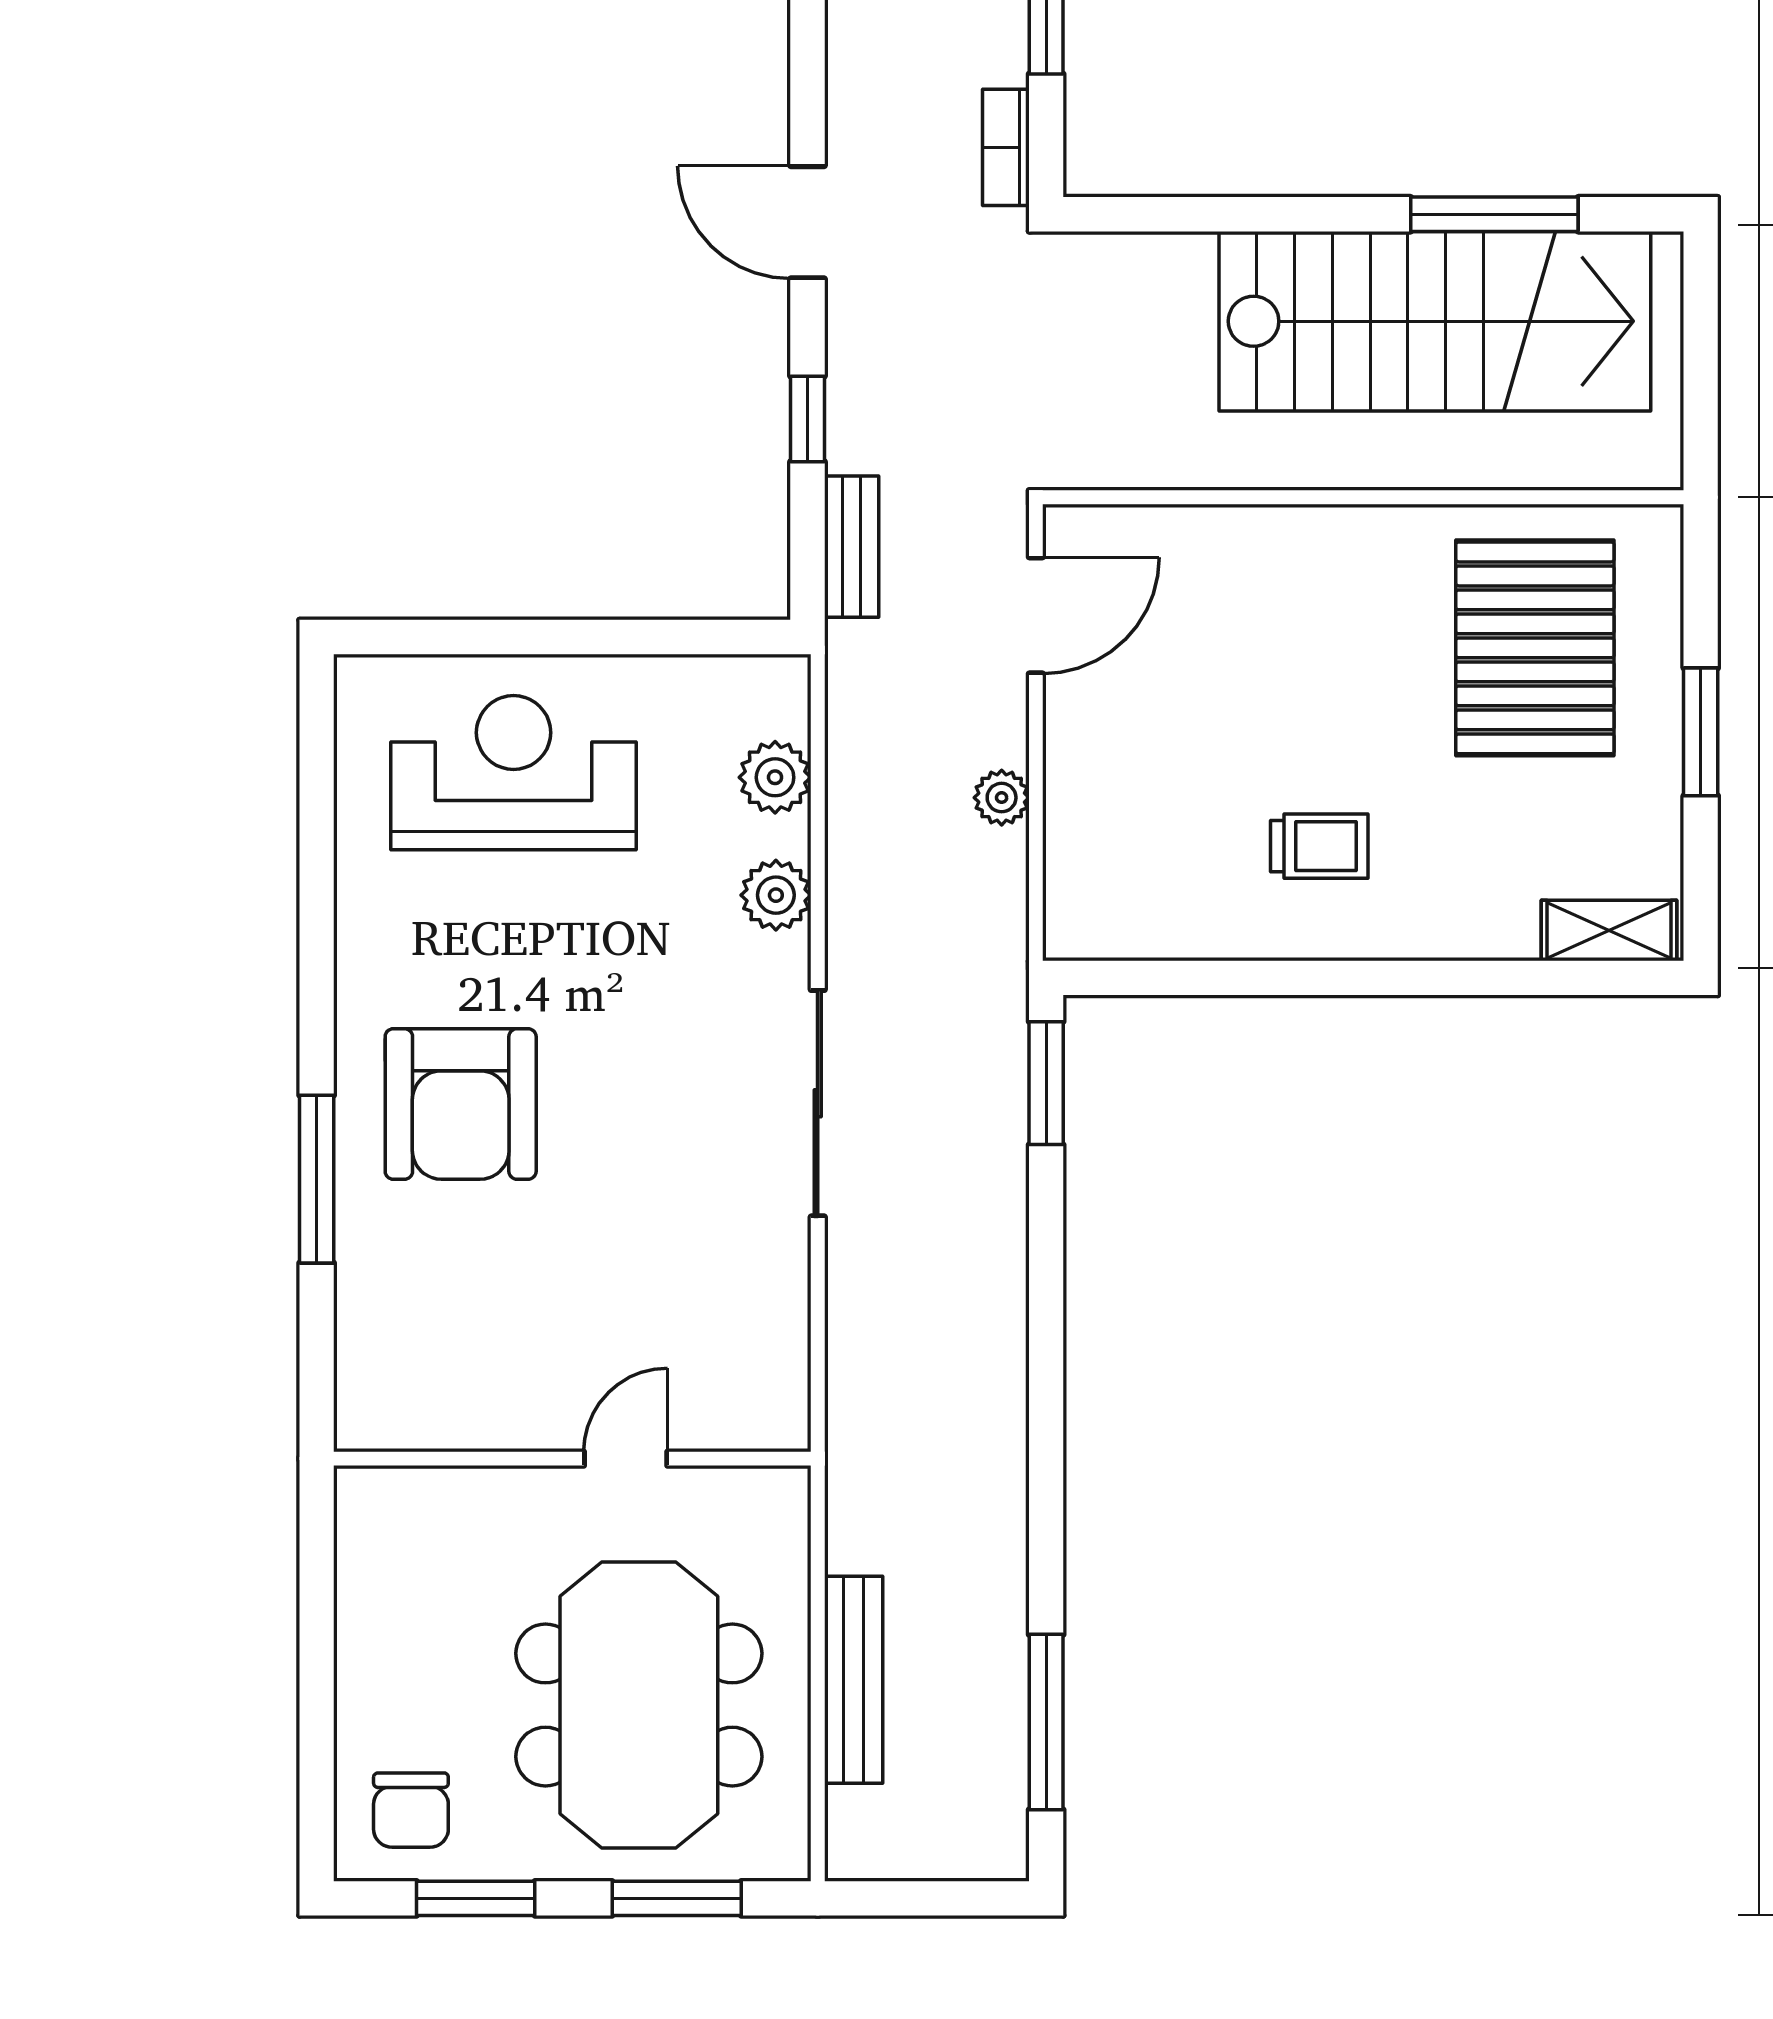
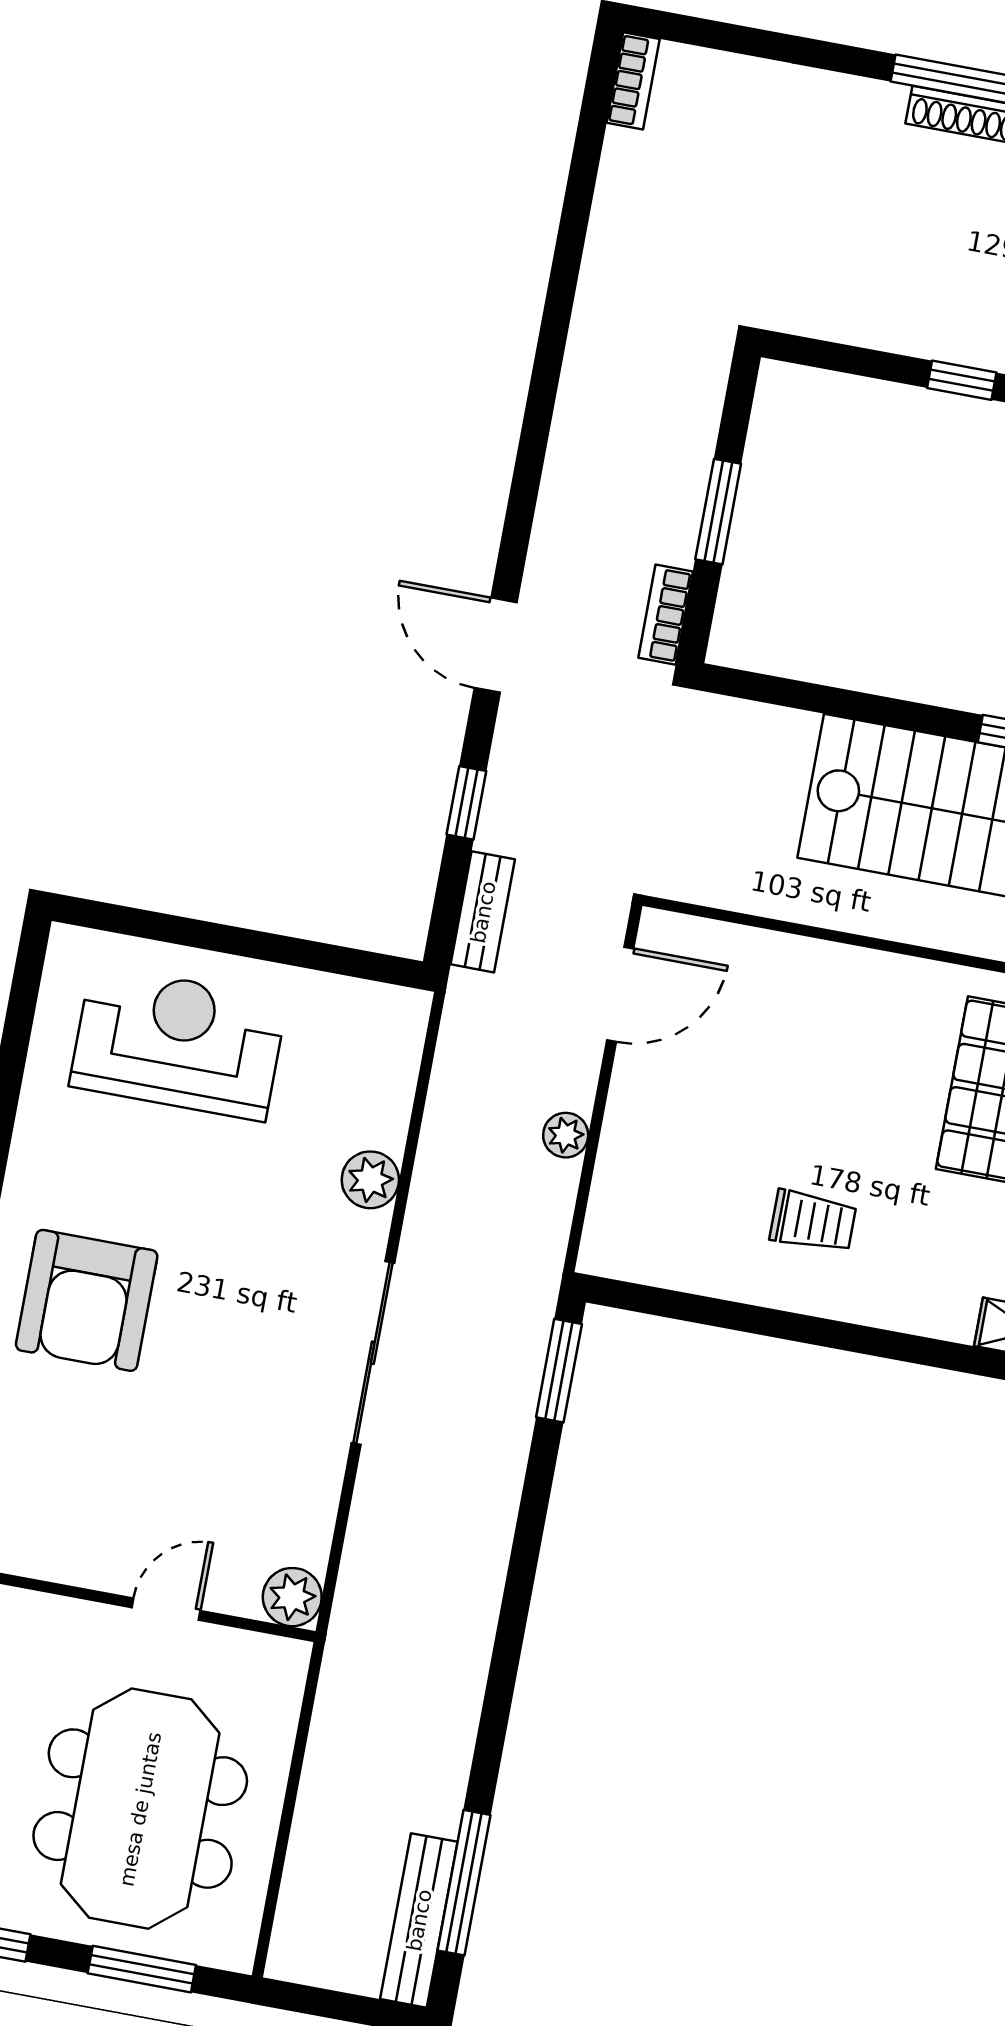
plant: (775, 777) -> (292, 1597), moved
bench: (854, 1680) -> (419, 1920), moved

